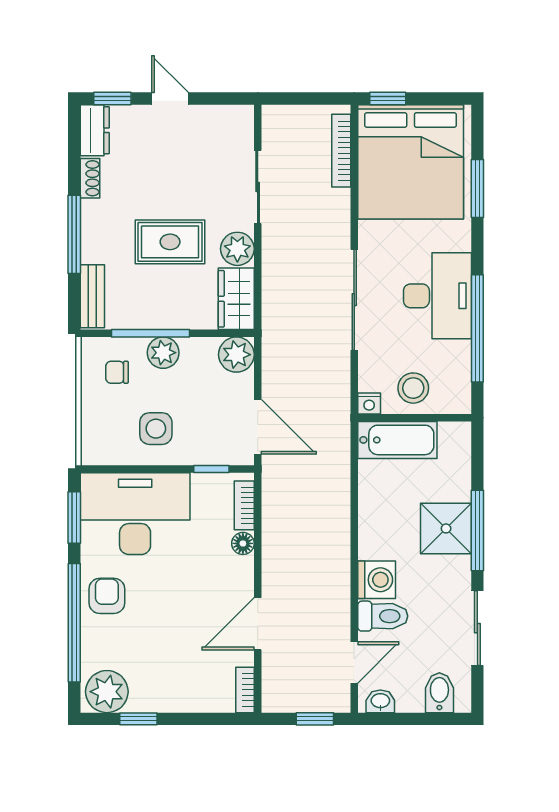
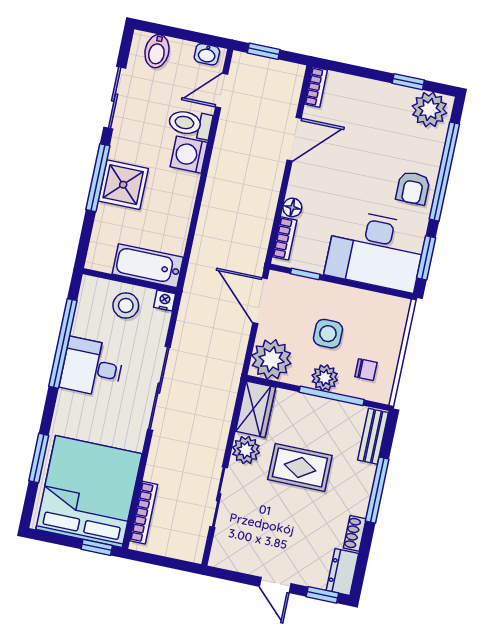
desk: (437, 296) -> (92, 367), width x0.73
plant: (236, 355) -> (271, 359), width x1.36, depth x1.36
side table: (156, 429) -> (328, 334), moved

